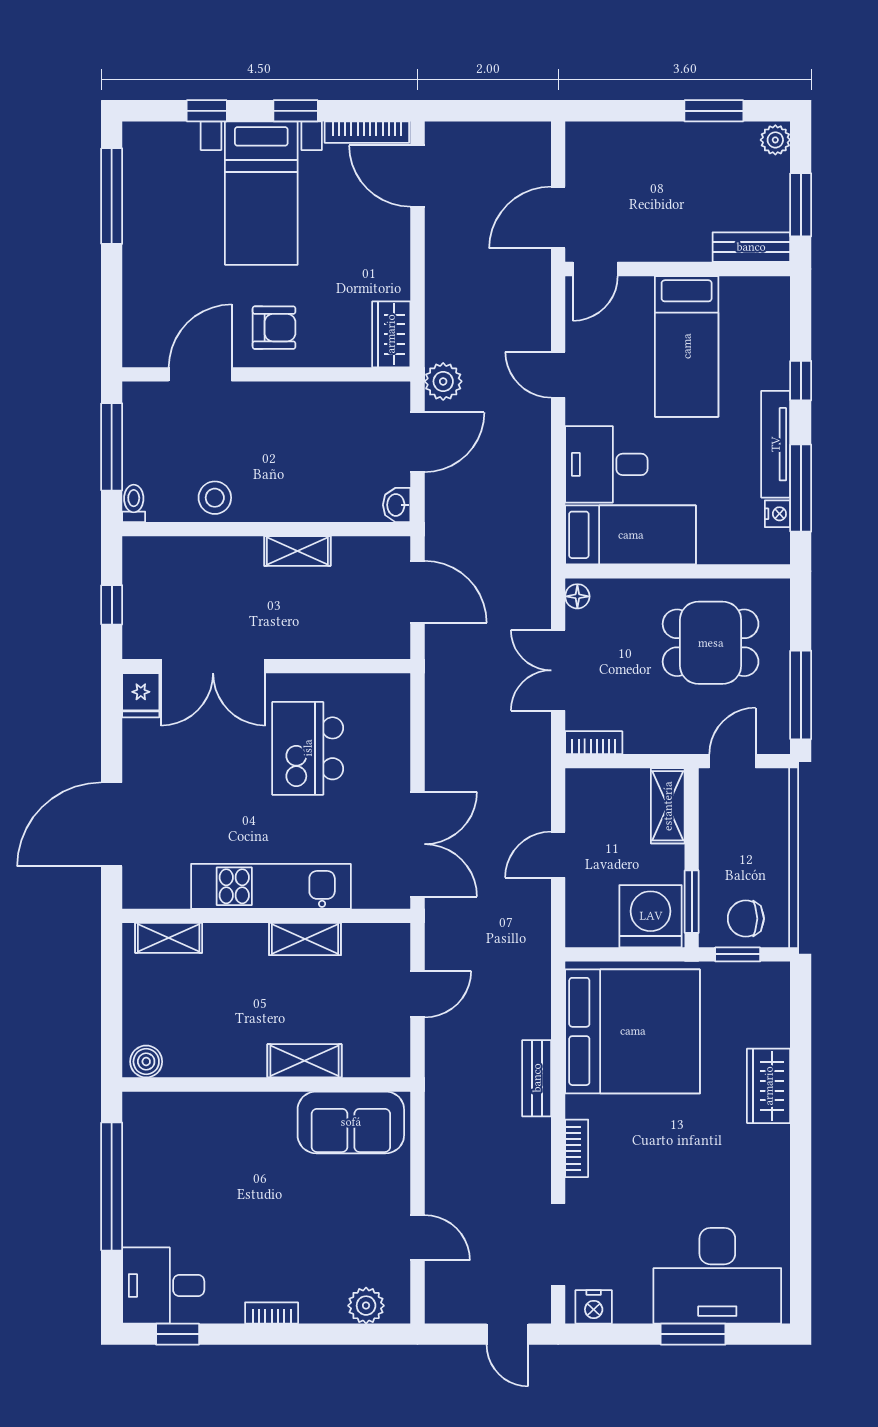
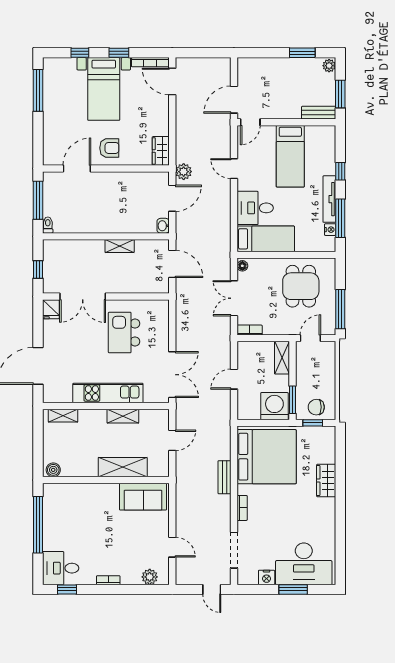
stool: (215, 498) -> (83, 223), removed
dining table: (711, 643) -> (301, 286), turned 90
shelving: (305, 1061) -> (123, 467), width x1.50, depth x1.33
nightstand: (594, 1307) -> (267, 577), moved

